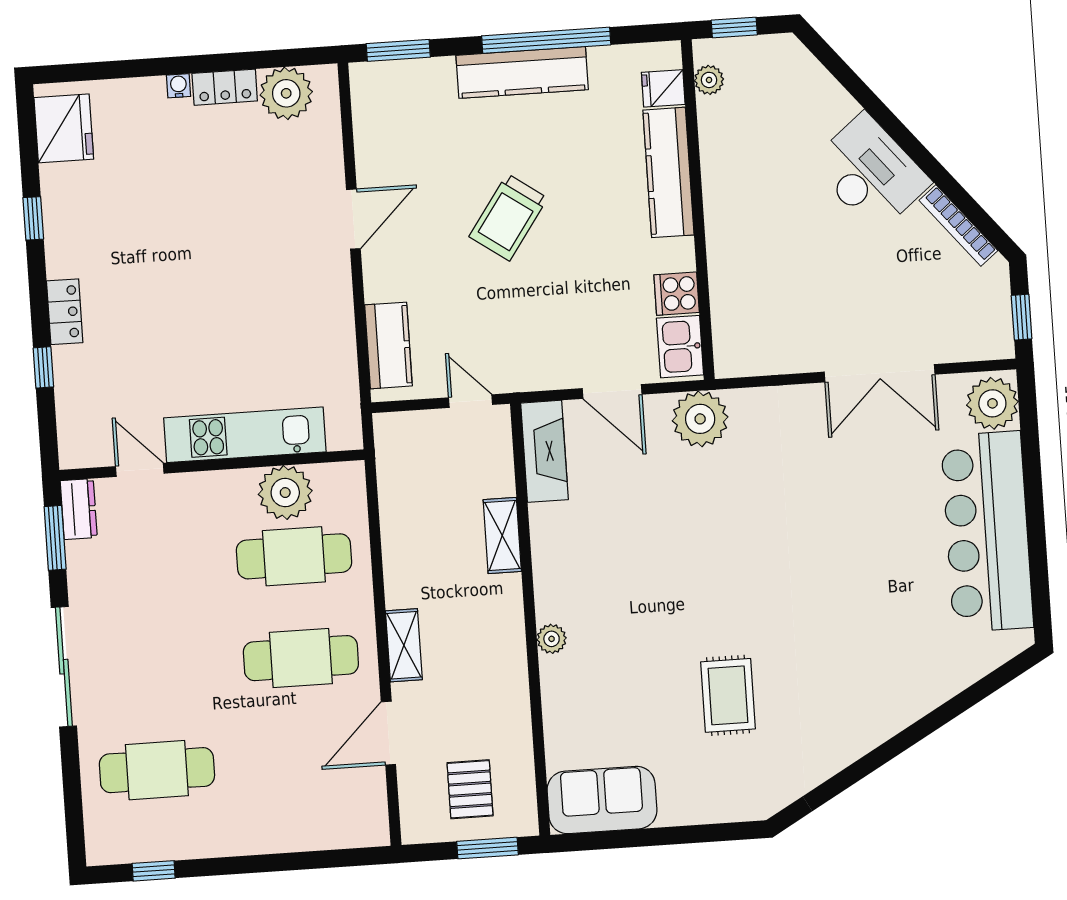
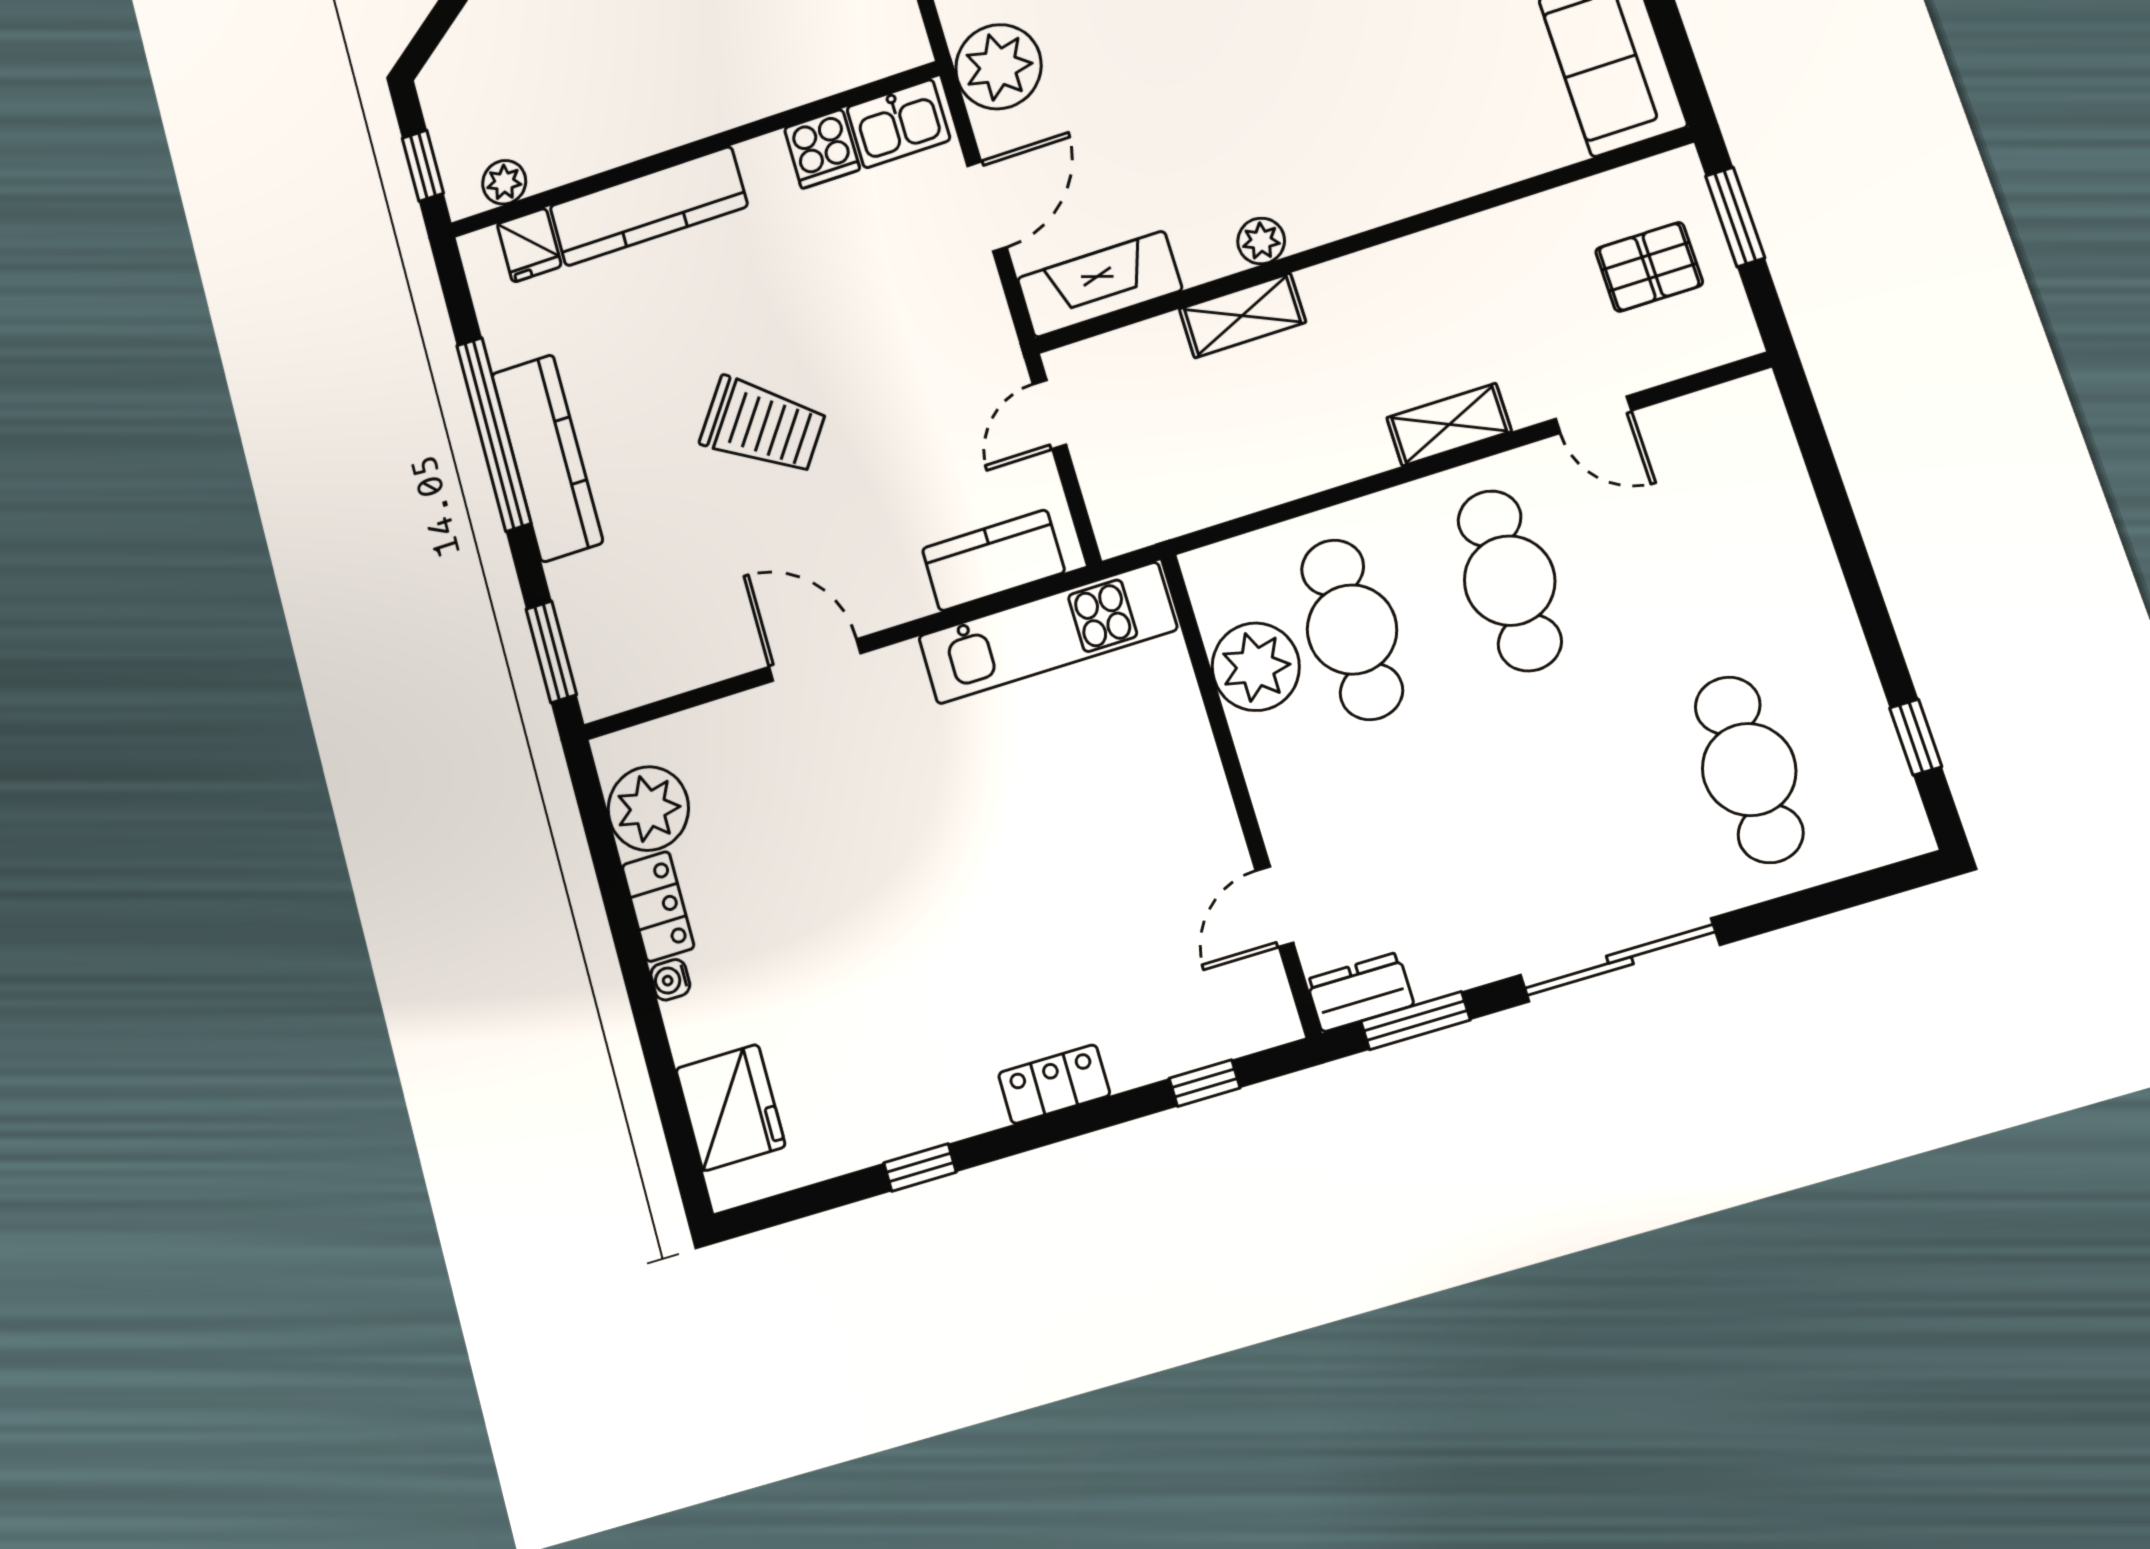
fridge: (64, 128) -> (730, 1108), moved, turned 90
window: (43, 367) -> (1205, 1083), moved
kitchen unit: (245, 435) -> (1047, 633), moved, turned -90
plant: (552, 639) -> (1261, 241), moved
door: (388, 733) -> (1593, 415), width x0.73

